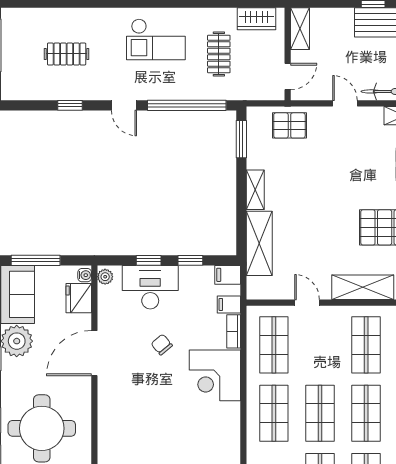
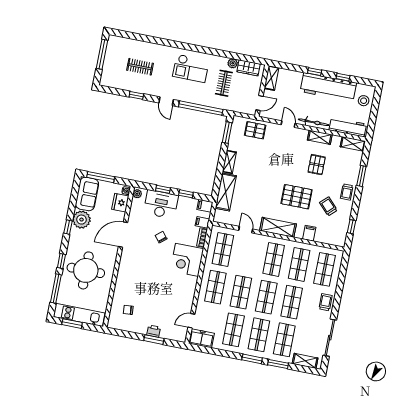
plant: (227, 16) -> (233, 63), added

